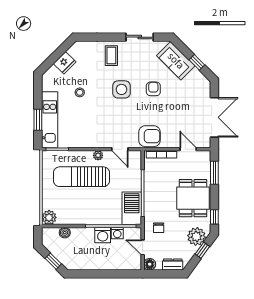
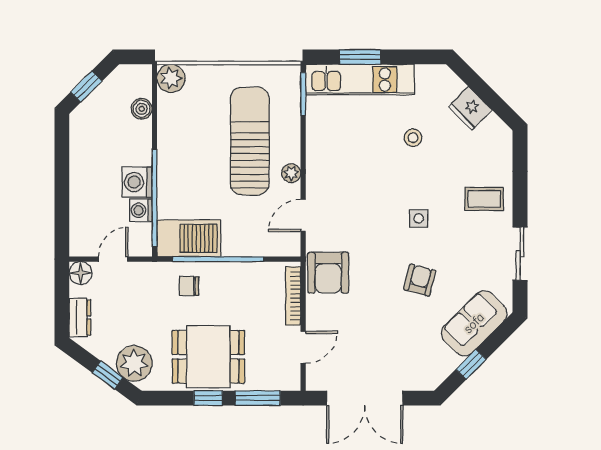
side table: (121, 89) -> (419, 218), width x0.54, depth x0.54
armchair: (153, 89) -> (420, 280), turned -75
window: (214, 217) -> (208, 398), moved
chair: (159, 228) -> (189, 286), moved

